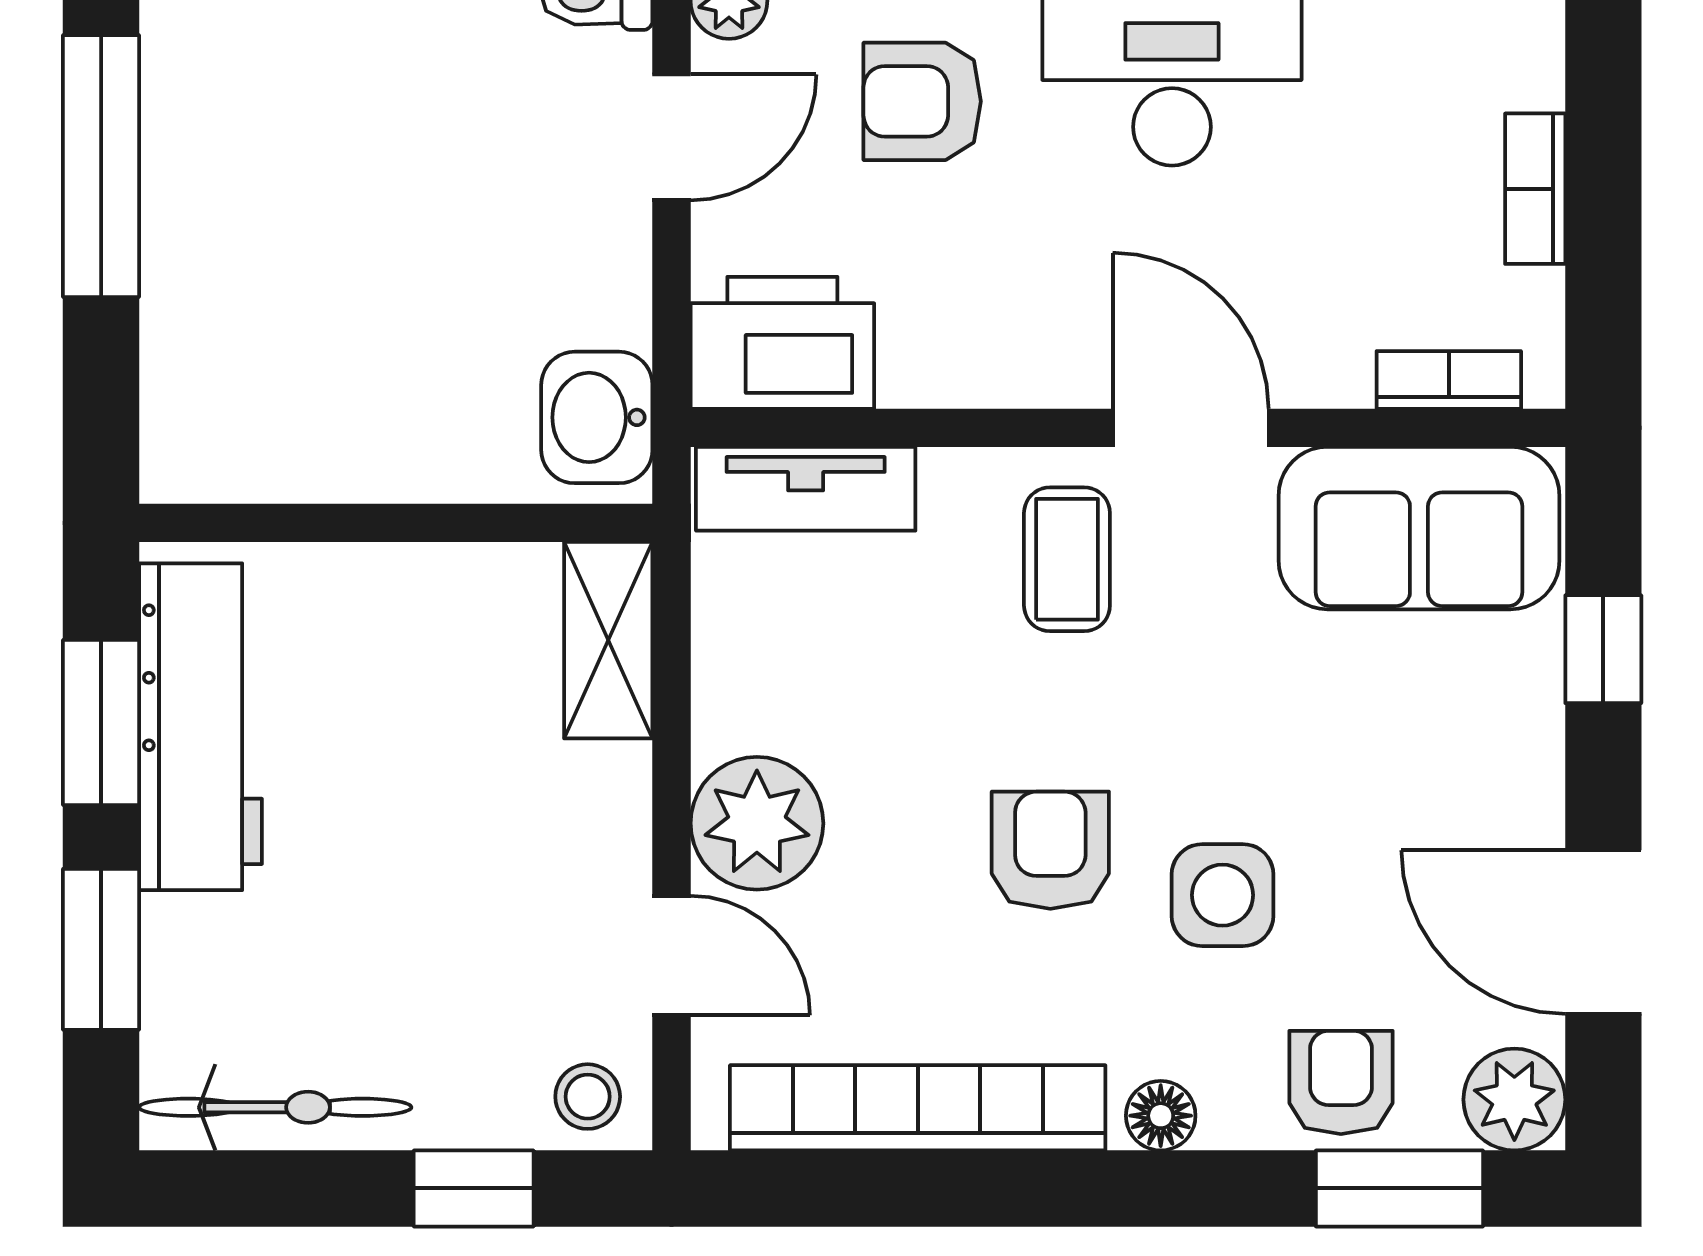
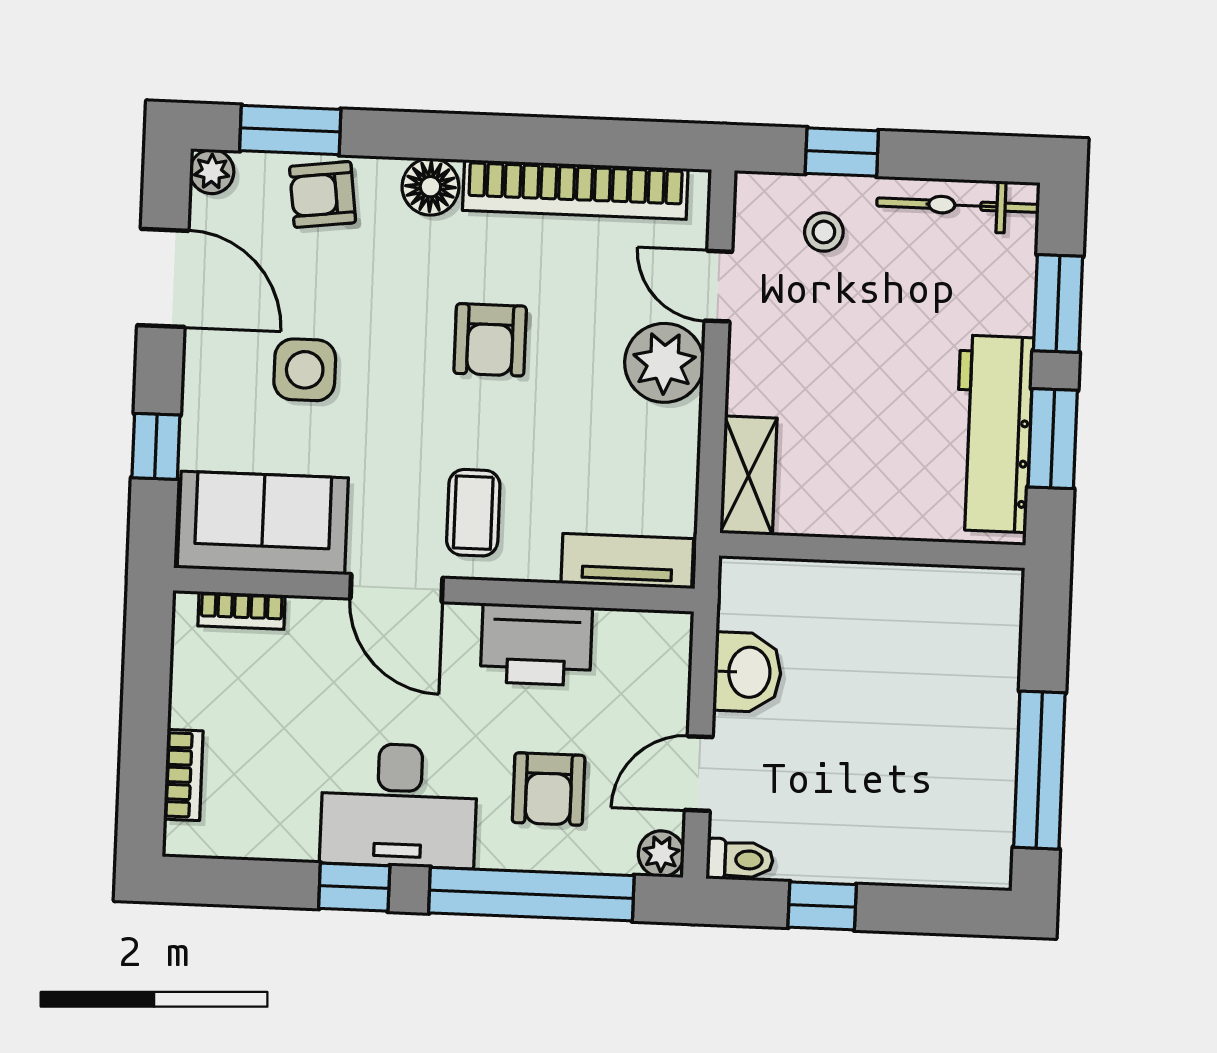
armchair: (922, 101) -> (549, 789), turned 90
bookcase: (1535, 189) -> (183, 775), moved
printer: (782, 343) -> (536, 644), moved
washbasin: (597, 417) -> (747, 672), moved
side table: (1223, 895) -> (305, 370), moved
armchair: (1341, 1082) -> (323, 195), turned 83
stool: (588, 1097) -> (824, 232), moved
plant: (1514, 1100) -> (212, 172), width x0.73, depth x0.73
floor lamp: (1161, 1116) -> (430, 187), width x1.37, depth x1.37

